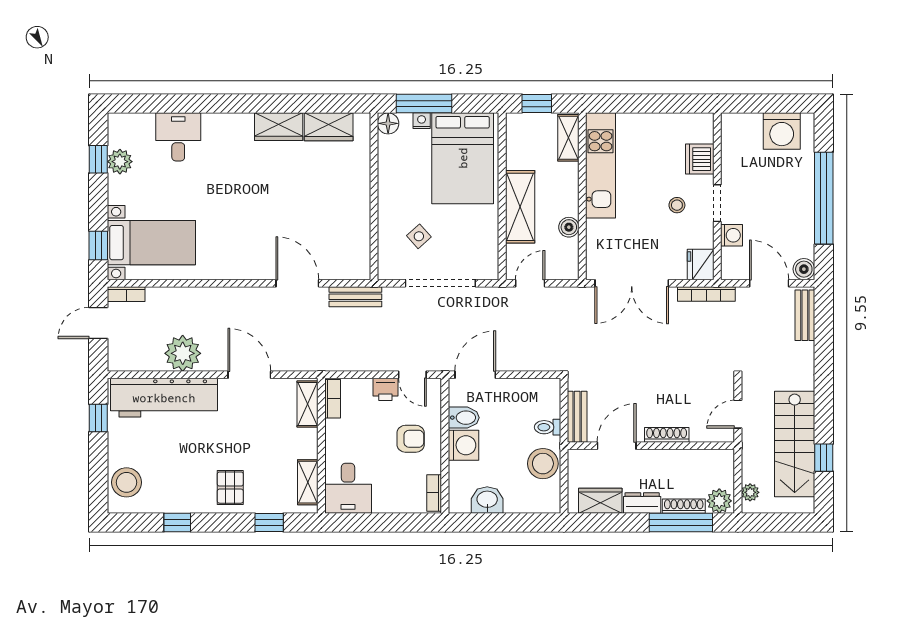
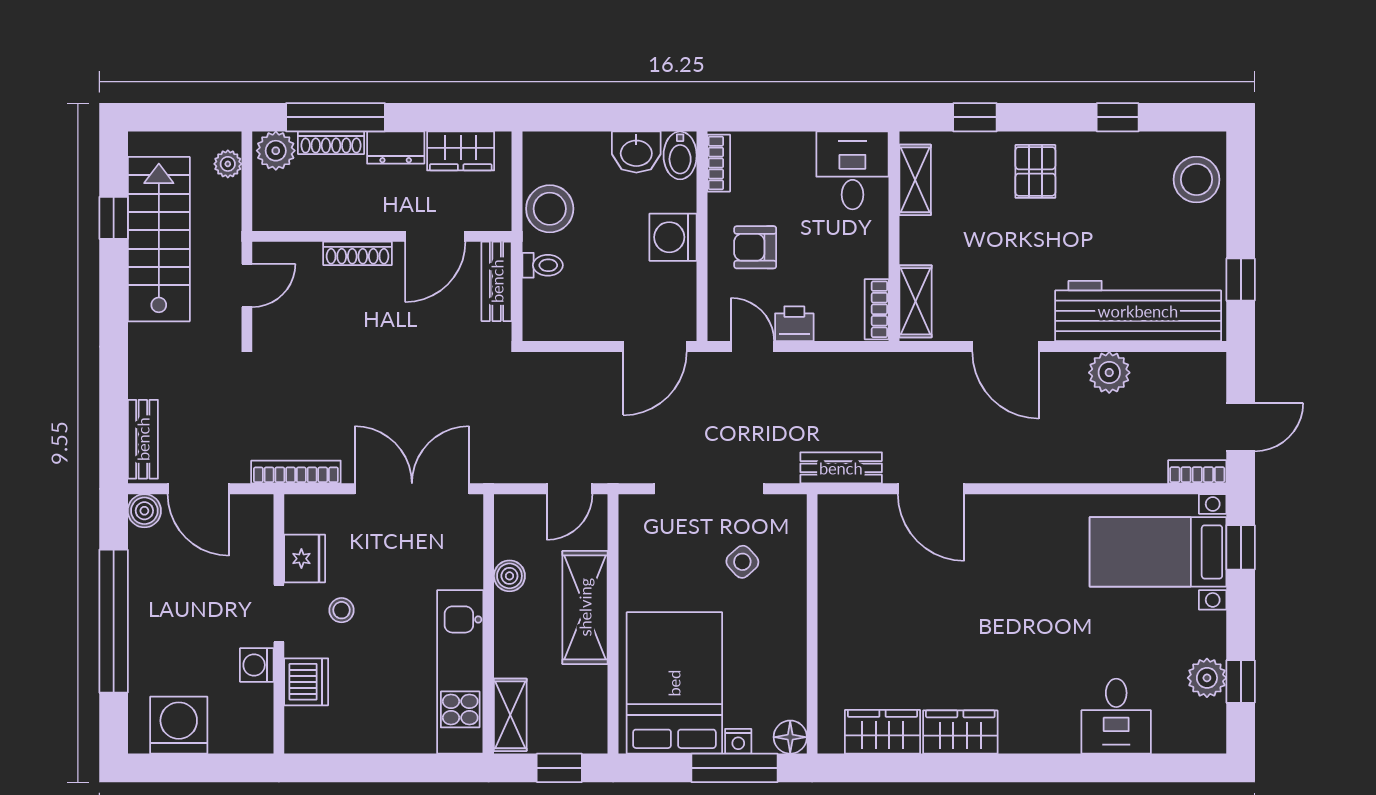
washing machine: (732, 235) -> (257, 665), moved
fridge: (701, 264) -> (305, 559), moved
plant: (183, 353) -> (1109, 373), width x0.73, depth x0.73
bidet: (464, 418) -> (680, 155), moved, turned -90

